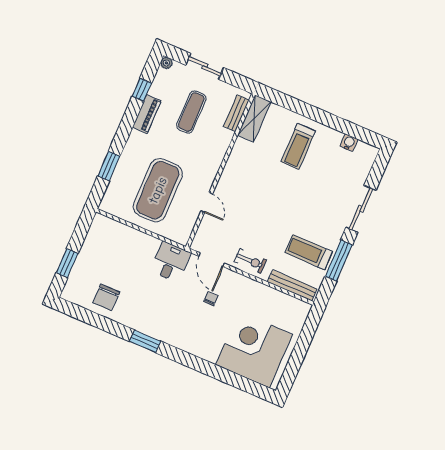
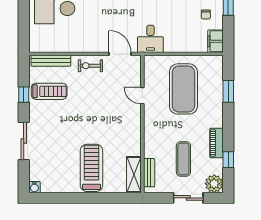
plant: (166, 63) -> (214, 184), width x1.87, depth x1.87
water cooler: (349, 143) -> (34, 187), moved
treadmill: (298, 146) -> (91, 168), width x1.37, depth x1.38
filing cabinet: (99, 228) -> (216, 41), added
window: (339, 261) -> (24, 95), width x0.46
chair: (211, 299) -> (206, 14), moved

